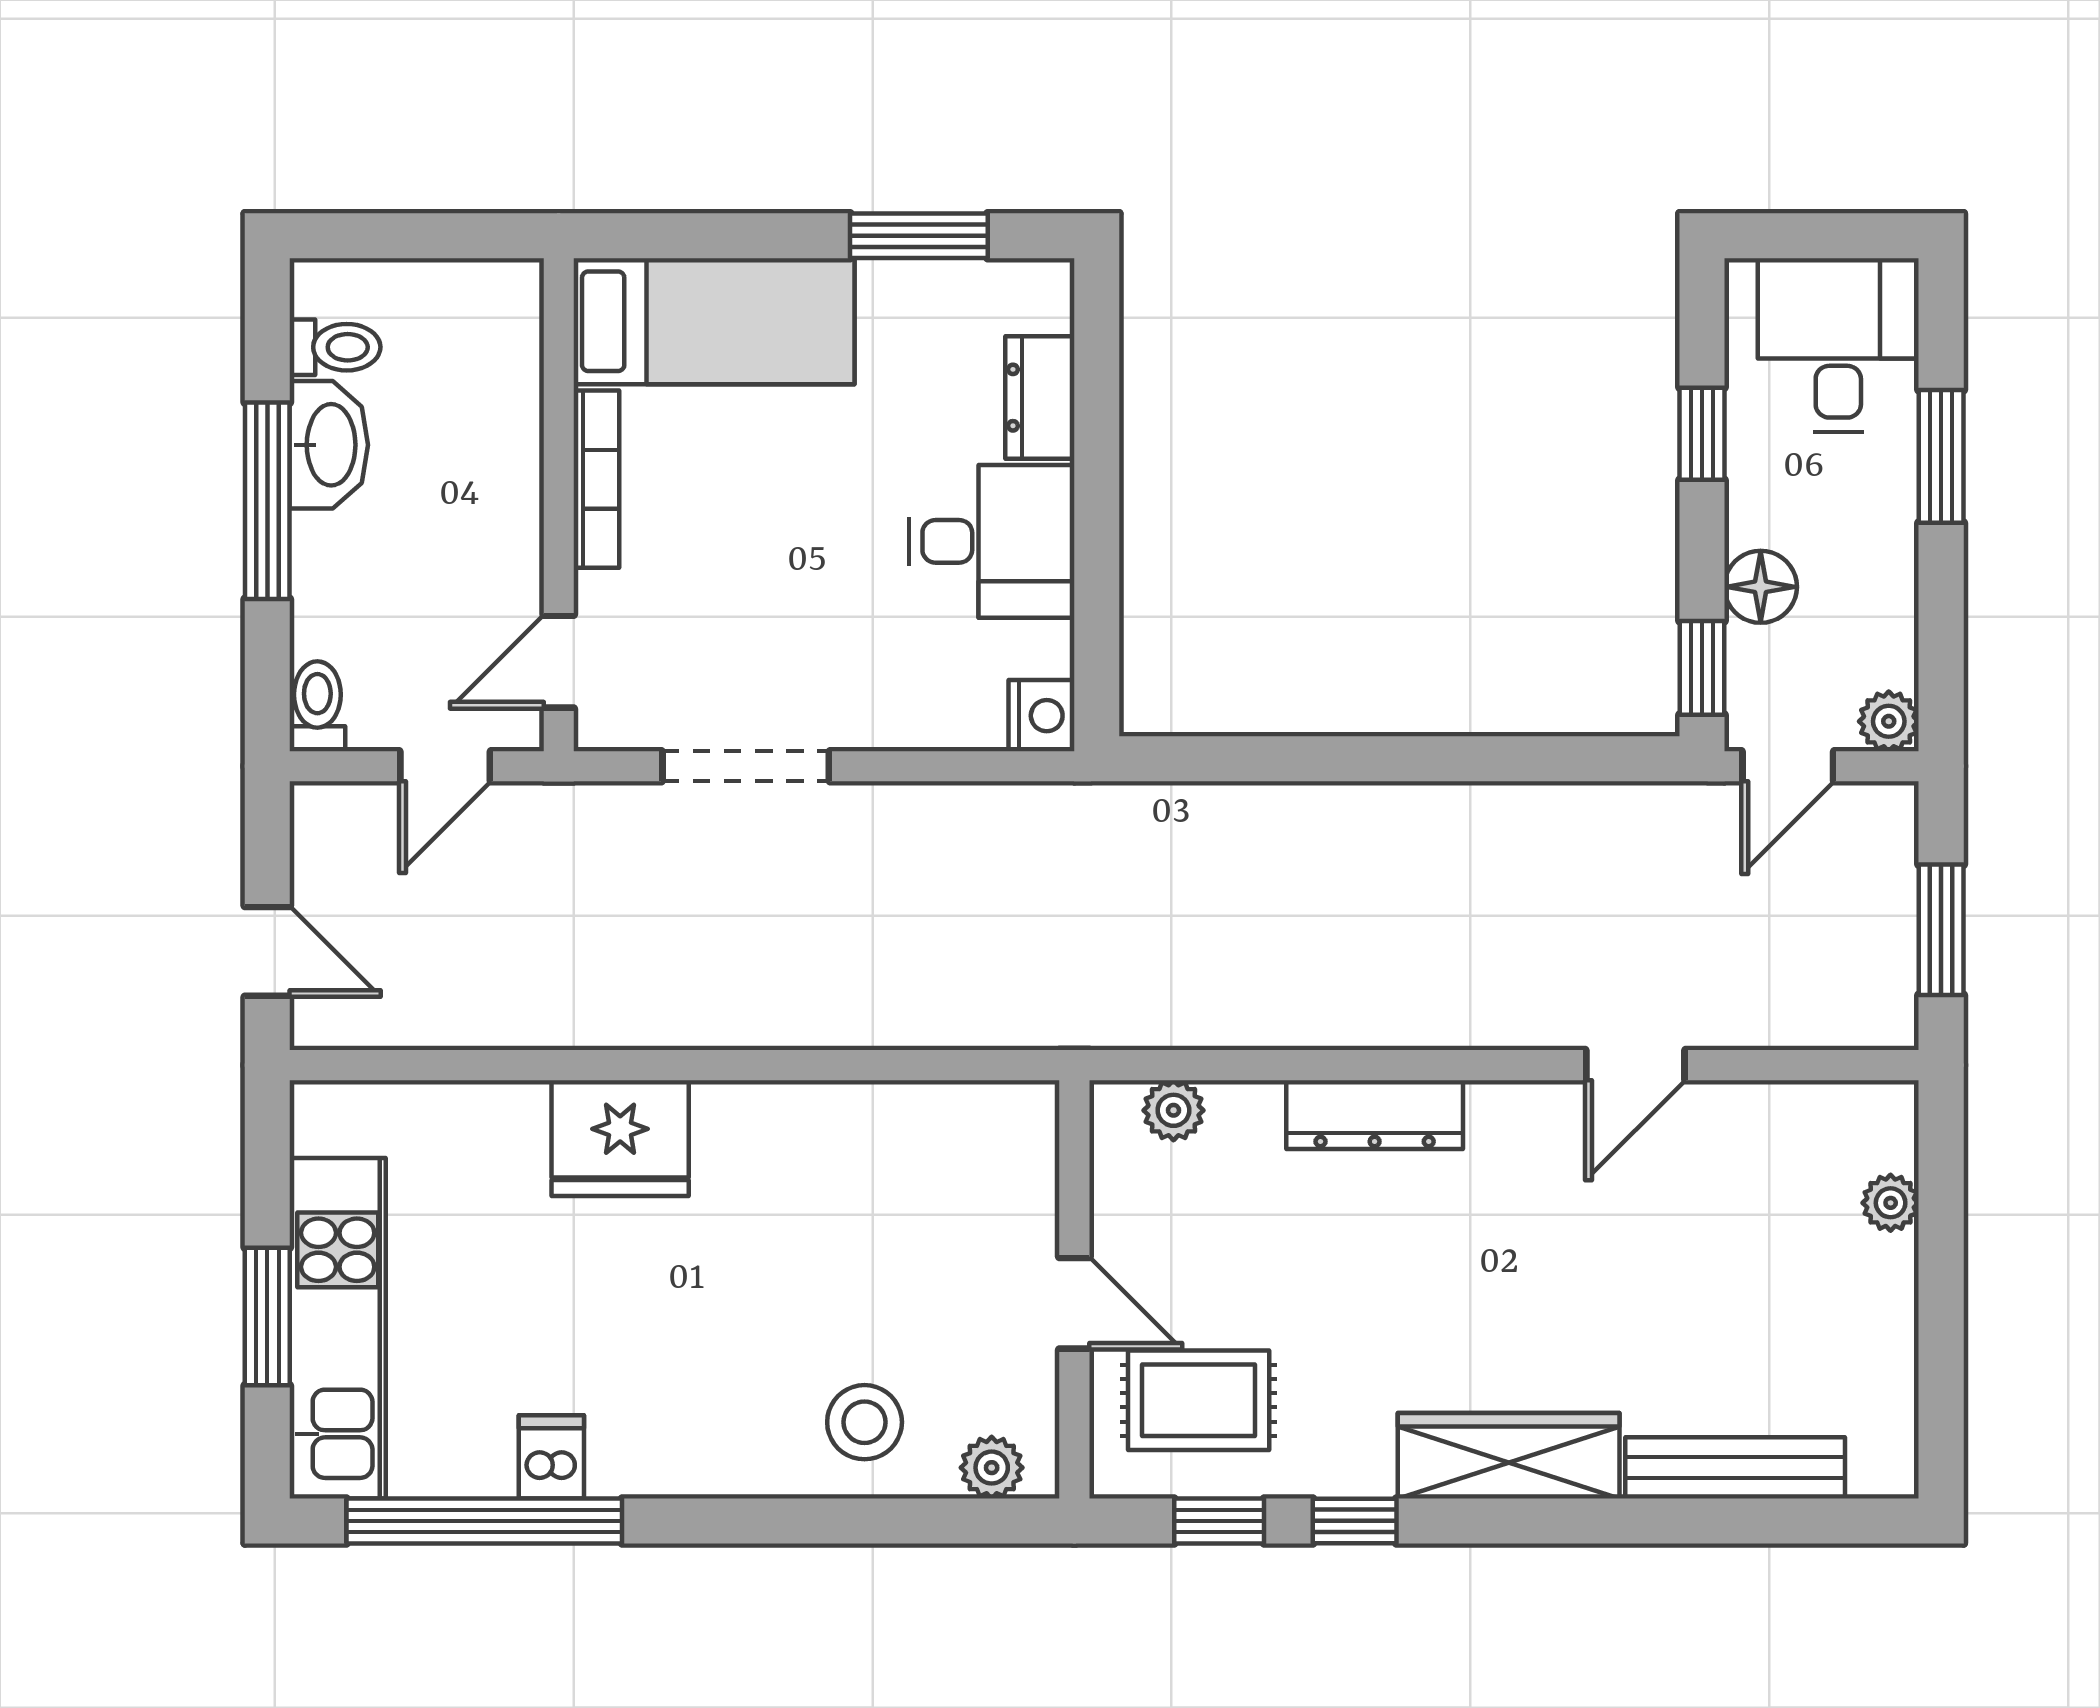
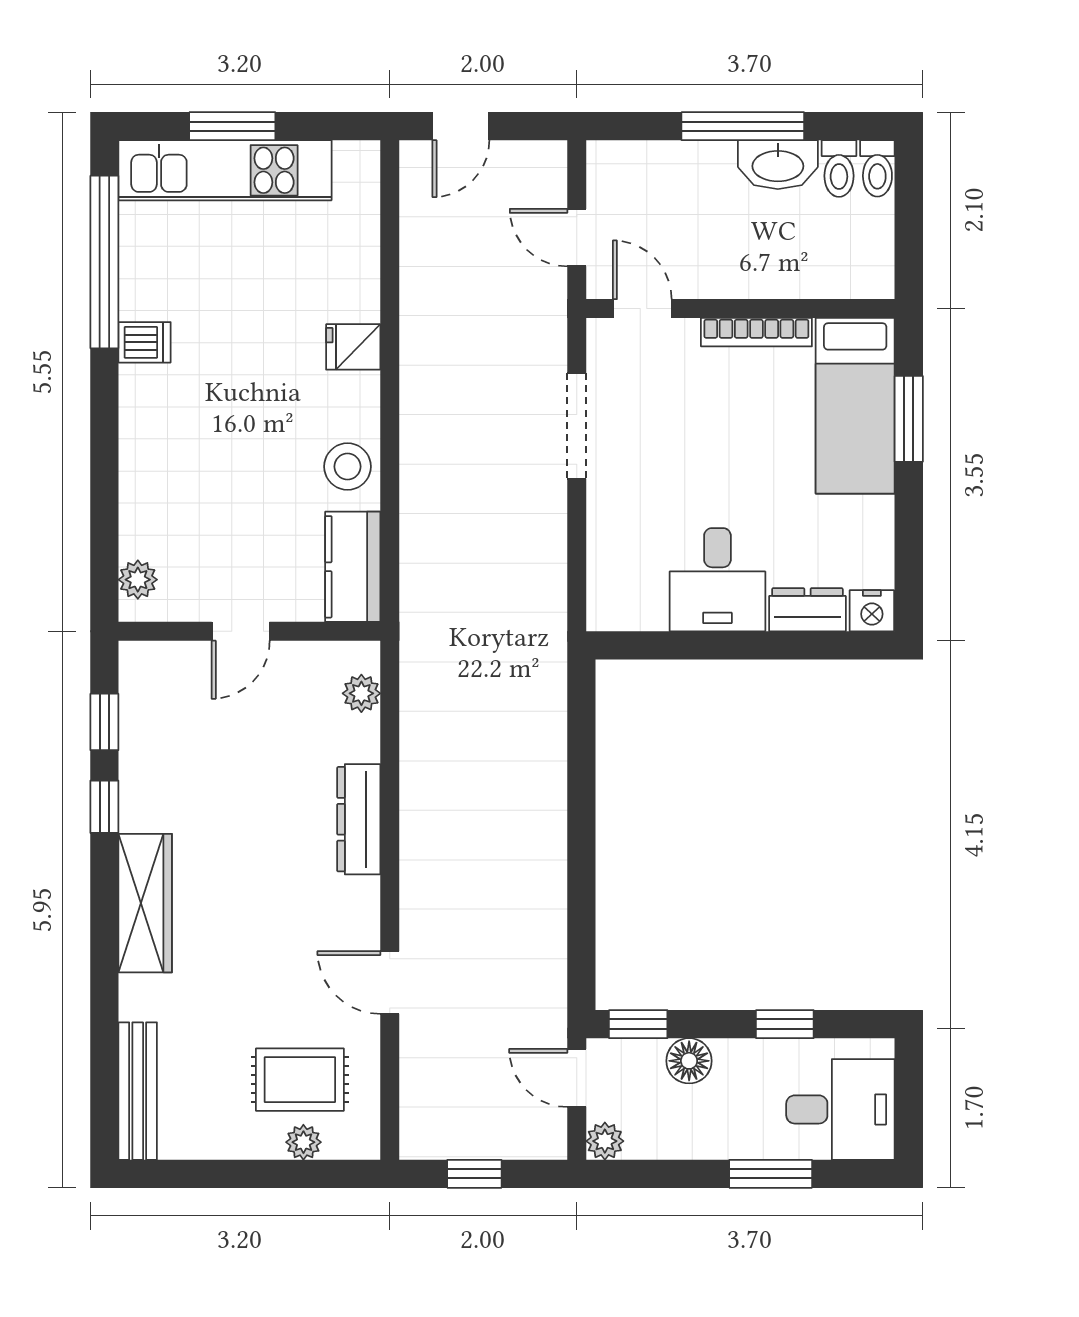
window: (919, 236) -> (909, 419), moved
toilet: (317, 706) -> (877, 168), moved, turned 90
nightstand: (1041, 716) -> (872, 611), moved
window: (1941, 930) -> (474, 1174), width x0.67
kitchen counter: (971, 1124) -> (353, 567), added
fridge: (620, 1138) -> (353, 347), width x0.53, depth x0.75
rug: (1199, 1400) -> (300, 1080), moved, turned 90
stool: (865, 1422) -> (347, 467), moved
dishwasher: (551, 1457) -> (145, 342), moved
bench: (1735, 1468) -> (138, 1091), moved

